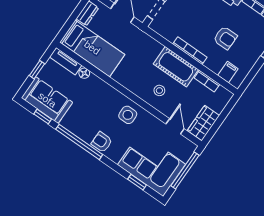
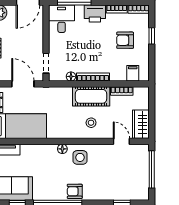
floor lamp: (170, 36) -> (71, 76), added
armchair: (225, 38) -> (125, 40), moved, turned 180
floor lamp: (84, 73) -> (62, 149), moved
corner sofa: (151, 164) -> (124, 182), removed

